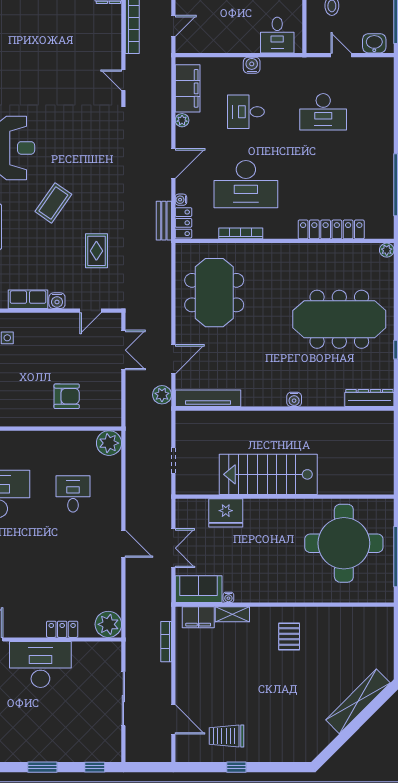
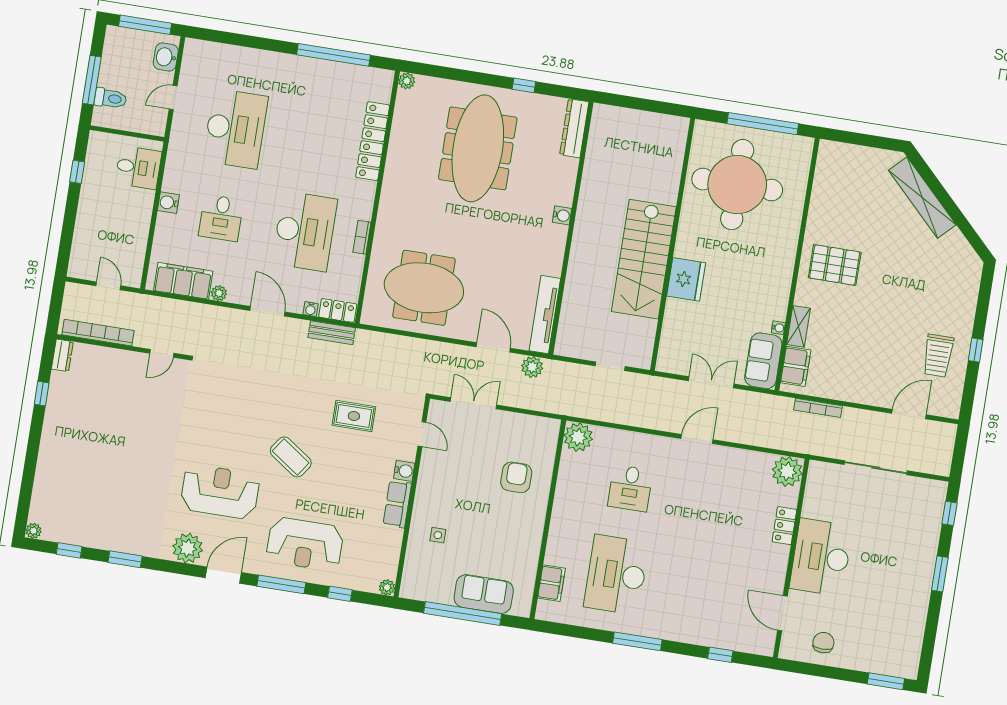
desk: (323, 112) -> (235, 129), width x1.36, depth x1.30
bookcase: (241, 233) -> (362, 237), width x0.64
desk: (73, 494) -> (630, 488), turned -90
fridge: (226, 513) -> (686, 279), moved
pallet: (289, 636) -> (835, 265), width x1.50, depth x1.42

